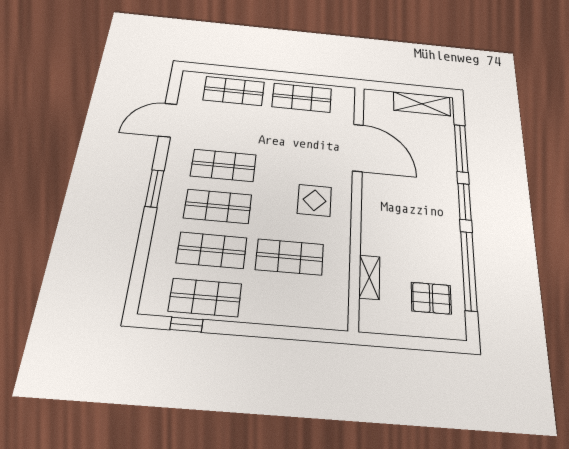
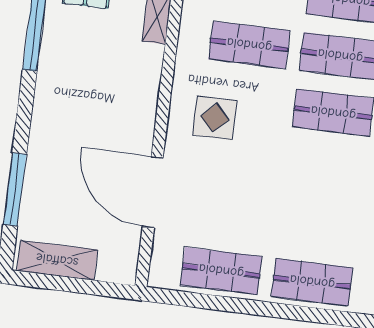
shop shelf: (224, 165) -> (326, 169), removed
window: (464, 202) -> (24, 112), removed

